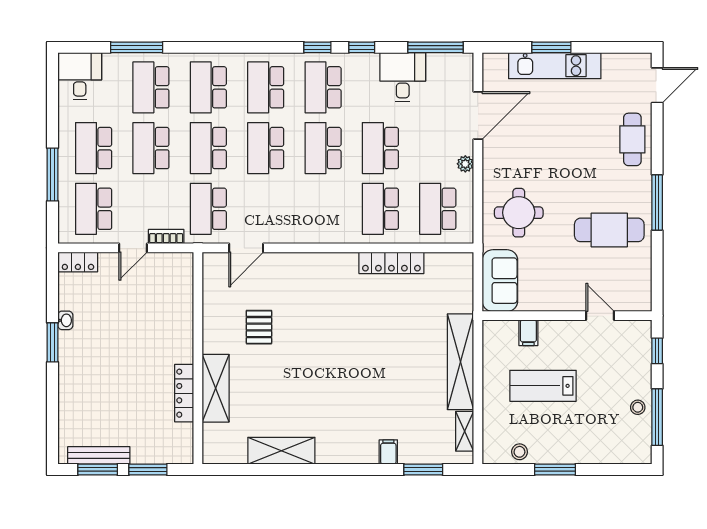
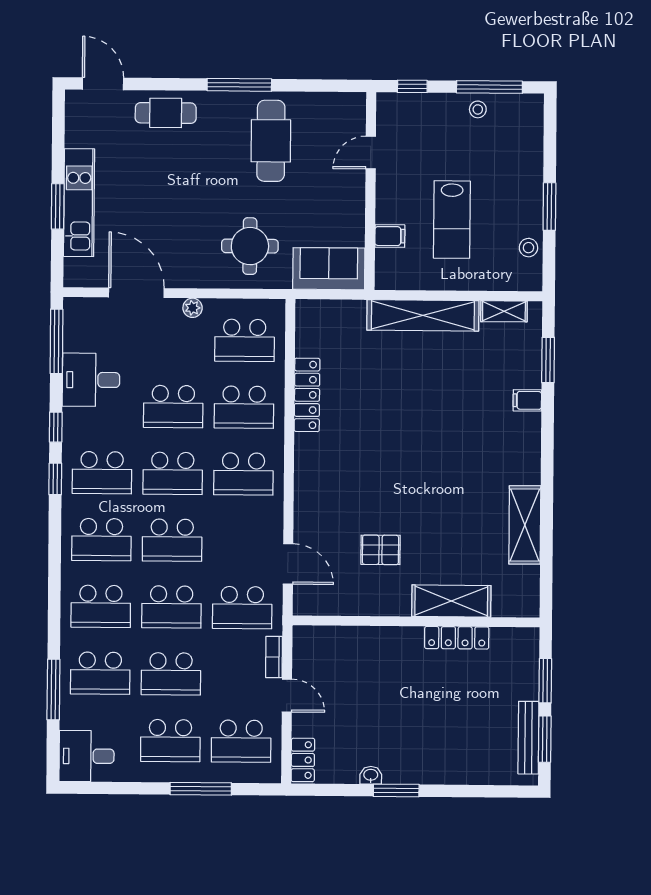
school desk: (323, 209) -> (243, 474), added

